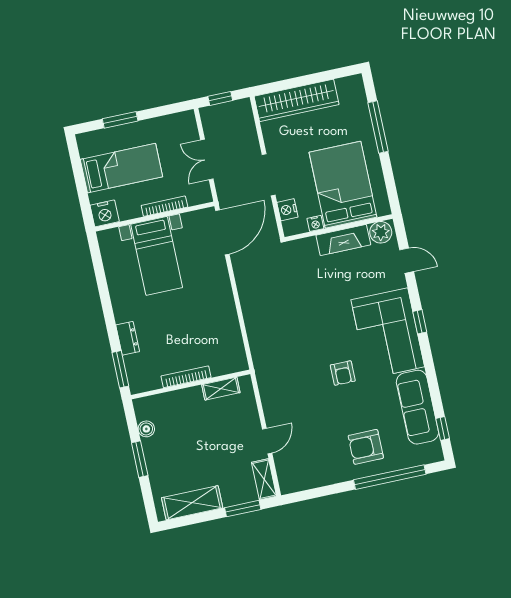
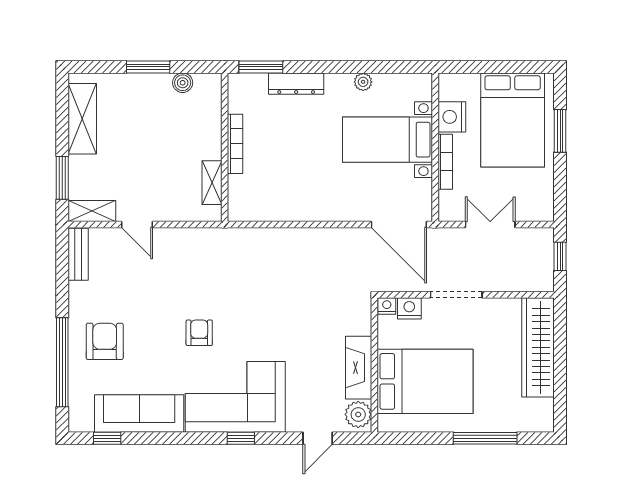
bed: (121, 168) -> (513, 120), width x1.50
nightstand: (105, 213) -> (452, 117), moved
nightstand: (315, 223) -> (387, 306), moved, turned 90
plant: (115, 285) -> (363, 82), added
dresser: (128, 338) -> (296, 84), width x1.44
armchair: (343, 373) -> (199, 333), turned 90
bench: (301, 483) -> (78, 254), added

